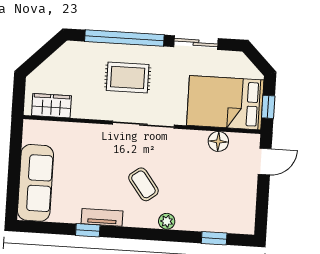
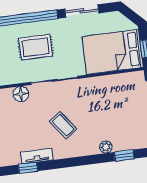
floor lamp: (218, 141) -> (21, 94), moved
plant: (167, 221) -> (106, 147), moved

